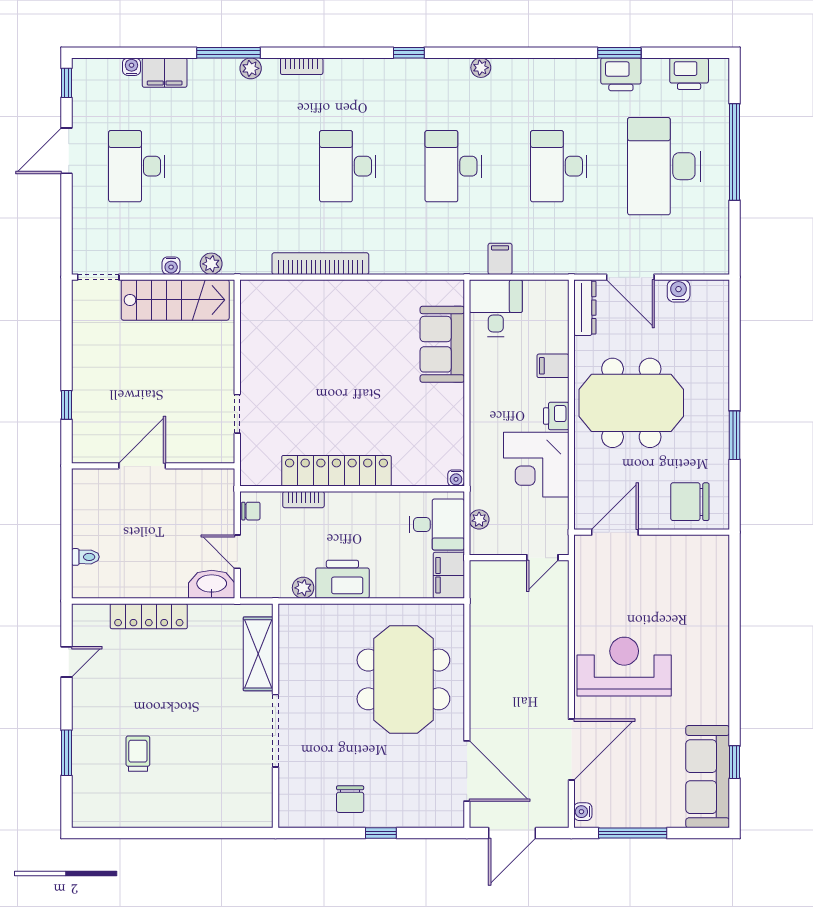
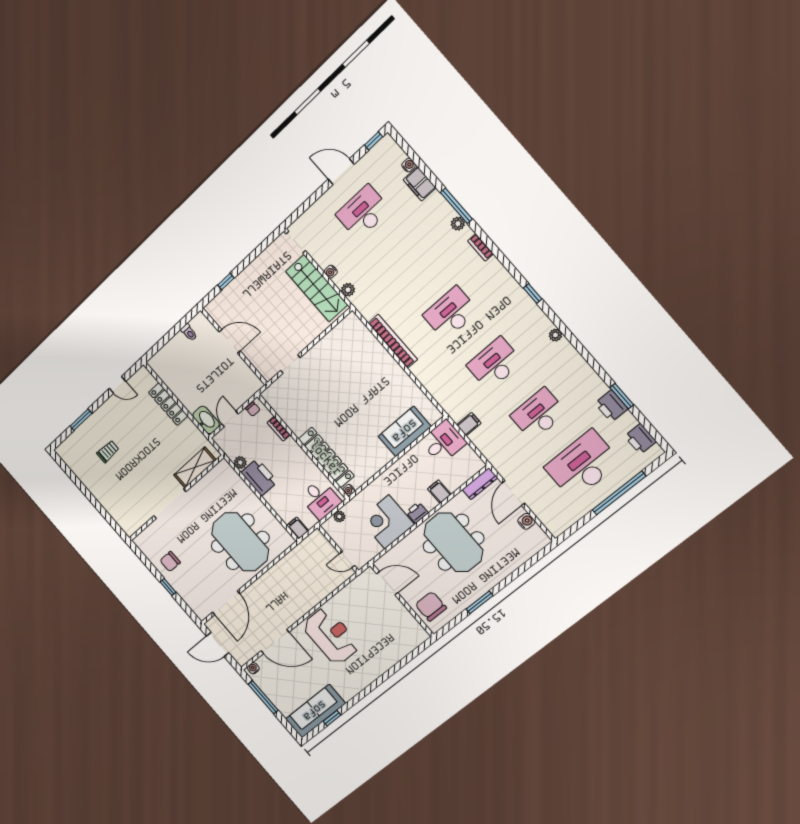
locker: (336, 471) -> (326, 458), moved
toilet: (85, 557) -> (189, 332), moved
filing cabinet: (449, 575) -> (298, 528), width x0.50
meeting table: (403, 679) -> (240, 542), turned 90

